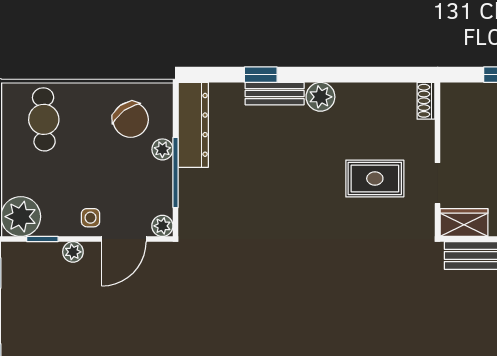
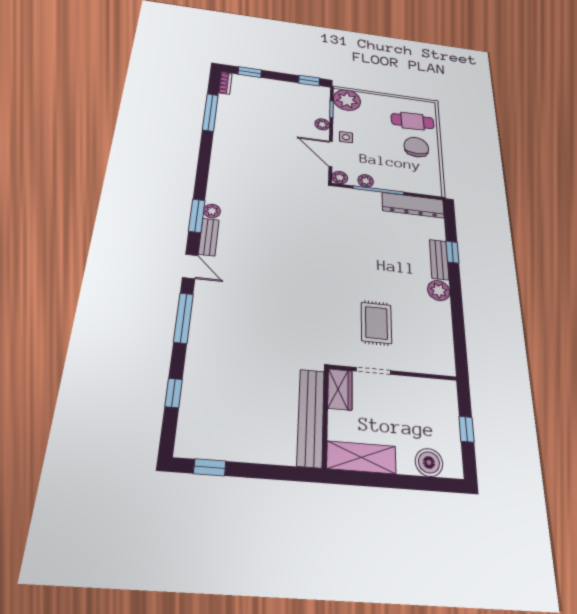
shoe rack: (426, 101) -> (441, 368), removed
chair: (131, 120) -> (416, 147), moved, turned 126
plant: (162, 149) -> (366, 181), moved

